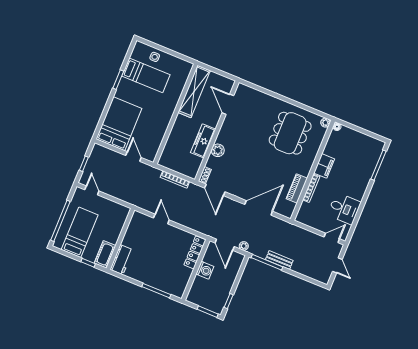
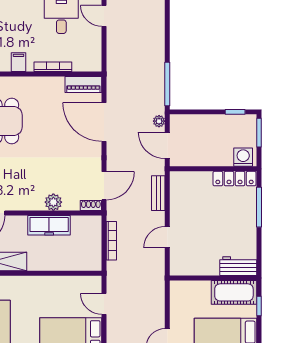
door: (133, 157) -> (104, 304), hinge flipped
filing cabinet: (324, 166) -> (19, 62), width x0.50
piano: (297, 188) -> (83, 84), moved
door: (225, 245) -> (167, 145), swing flipped
locker: (195, 252) -> (235, 179), moved
cot: (105, 254) -> (234, 292), width x1.37, depth x1.34
bench: (279, 260) -> (158, 193), moved
washing machine: (205, 270) -> (243, 157), moved

